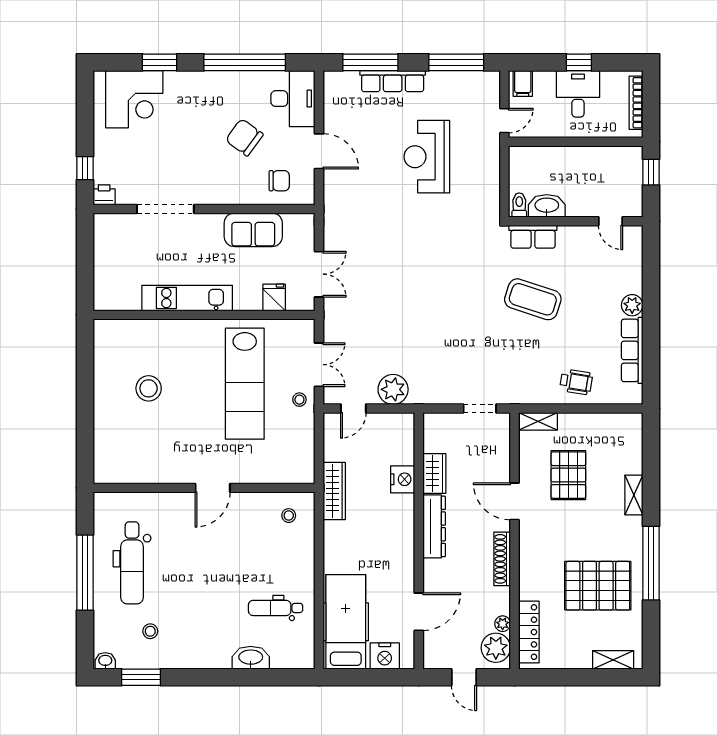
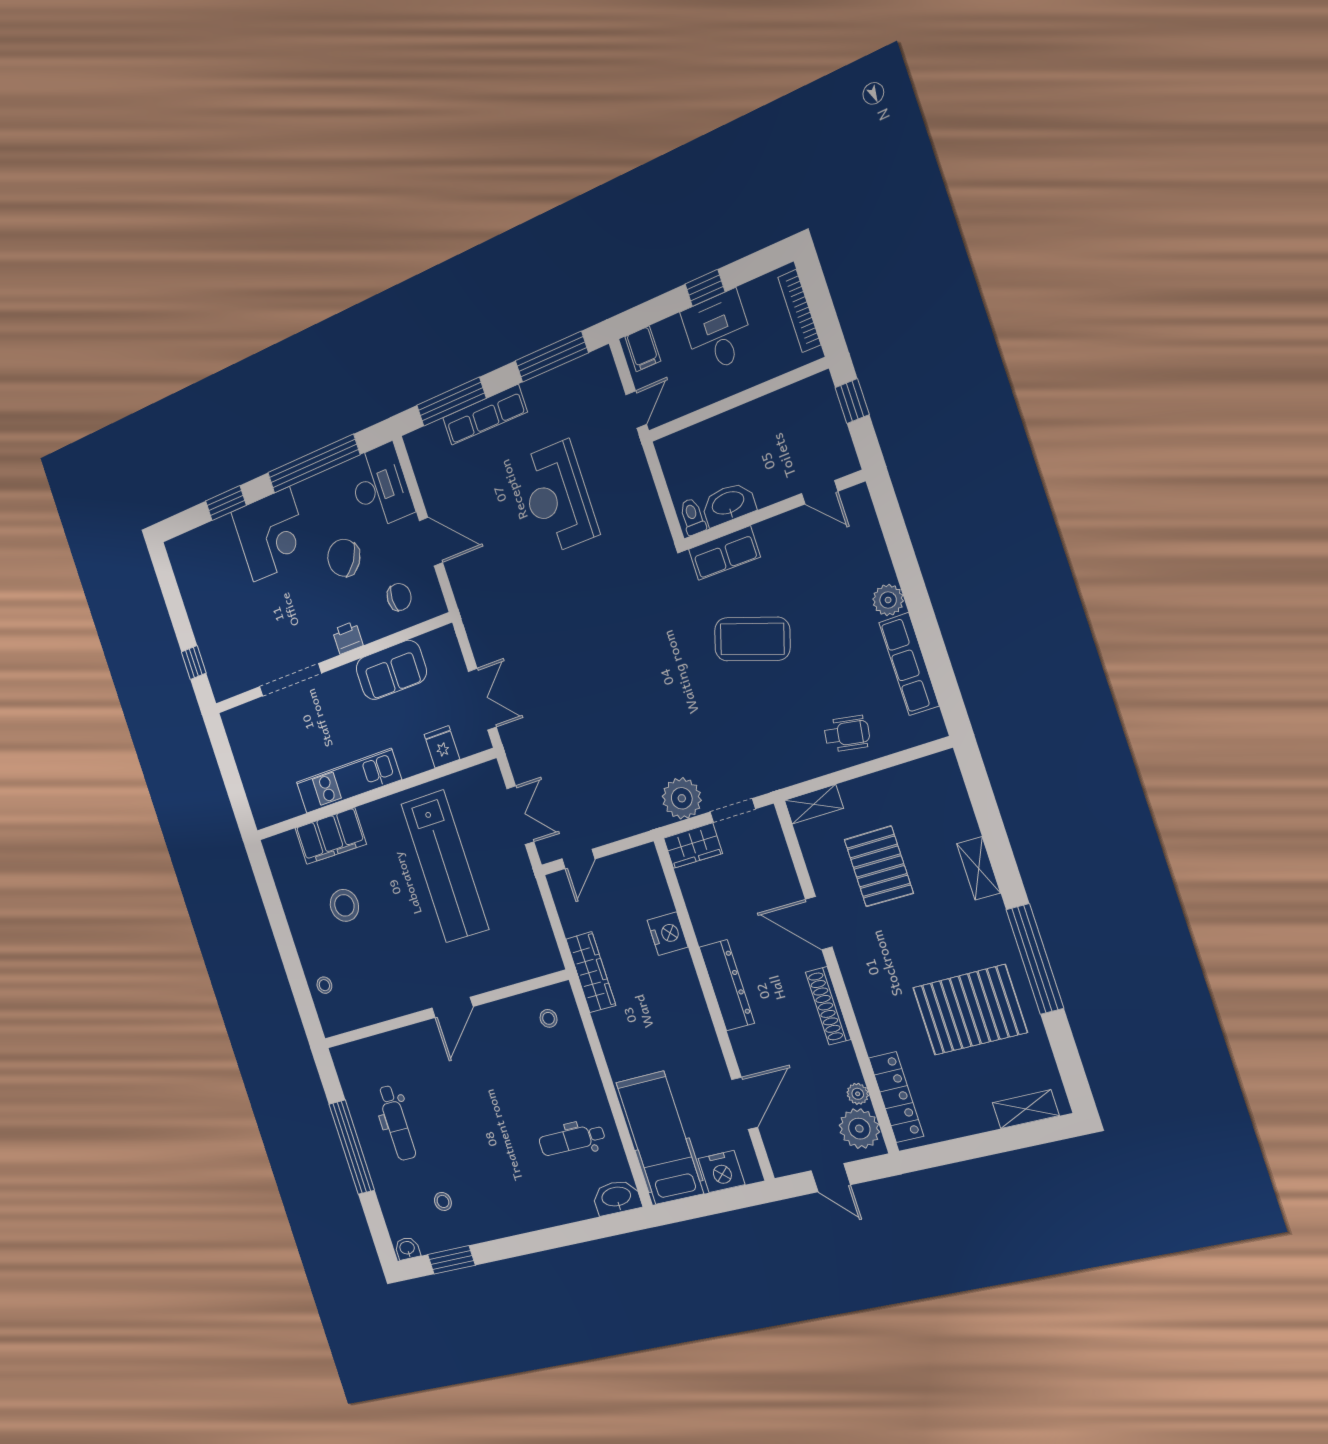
corner desk: (134, 99) -> (271, 535), moved
printer: (104, 195) -> (348, 638), moved
filing cabinet: (156, 334) -> (331, 836), added
plant: (393, 389) -> (682, 798), moved
stool: (299, 400) -> (324, 985), moved
wardrobe: (434, 473) -> (693, 846), moved, turned 90
dental chair: (132, 563) -> (396, 1123), width x0.73, depth x0.72
washbasin: (251, 658) -> (616, 1197), moved

